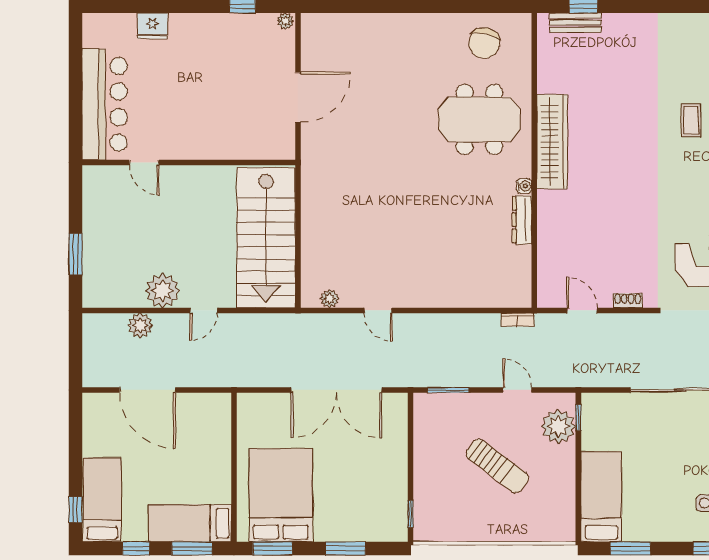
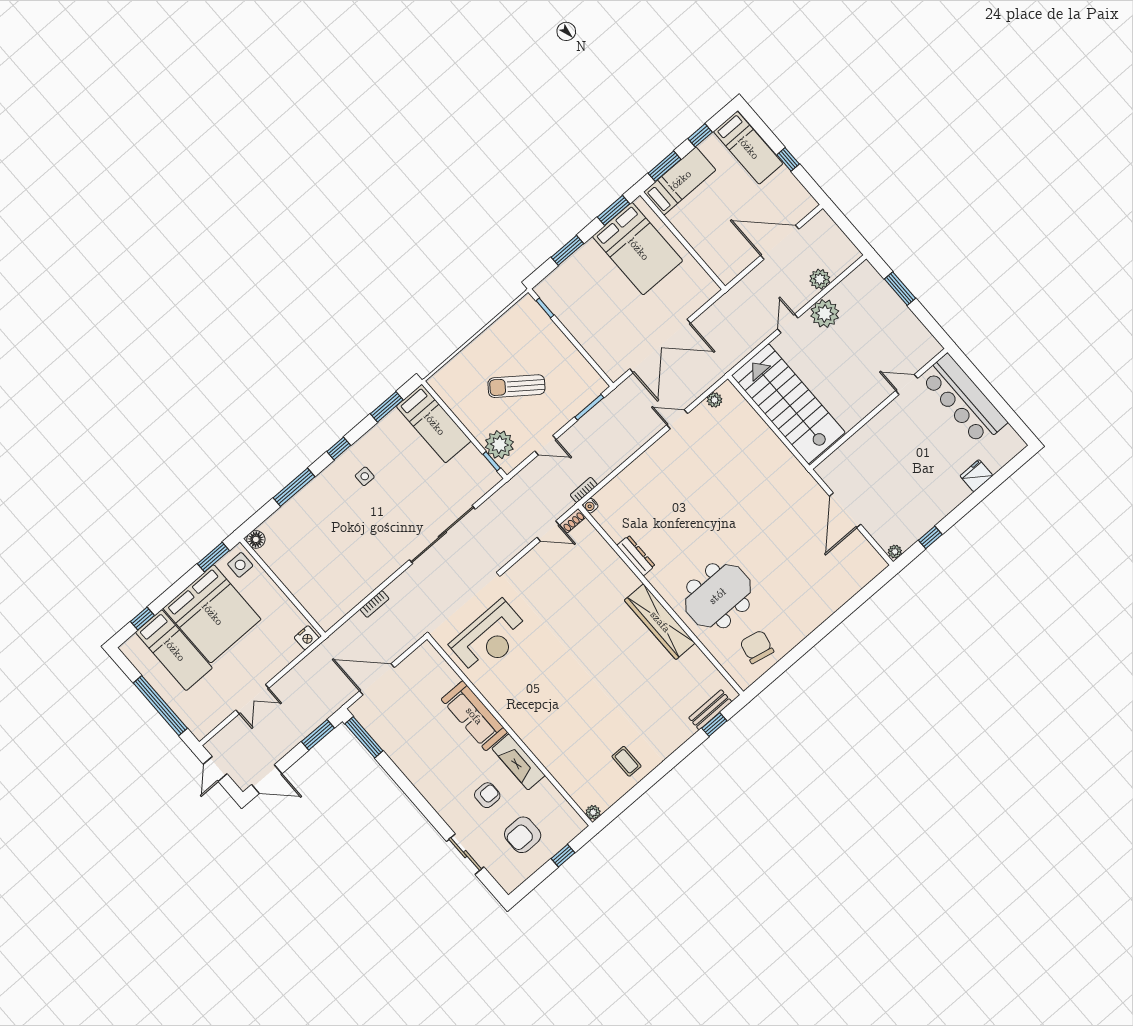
coffee table: (691, 120) -> (627, 761), moved
water cooler: (524, 186) -> (590, 506), moved
shoe rack: (628, 301) -> (573, 521), moved
double door: (336, 390) -> (660, 346), swing flipped
window: (75, 510) -> (788, 159), moved

